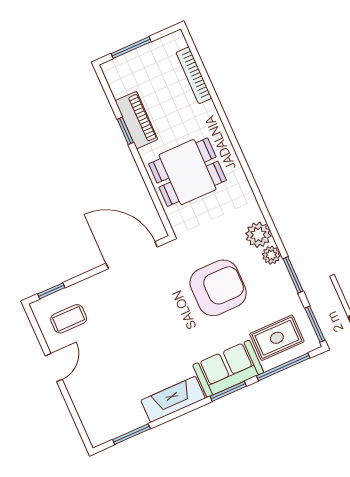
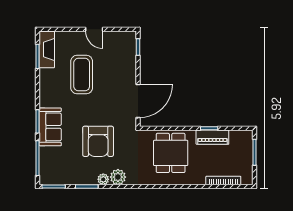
coffee table: (69, 319) -> (82, 75), moved, width x1.86, depth x1.72
rug: (277, 338) -> (55, 162), removed
fireplace: (173, 399) -> (47, 50), moved

